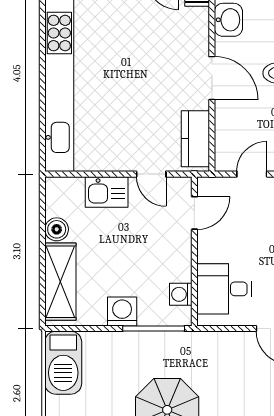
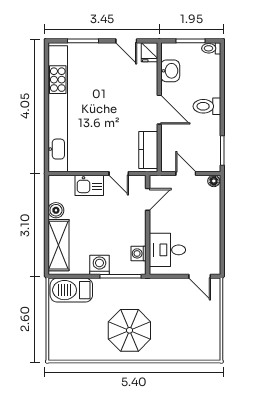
door: (252, 174) -> (186, 173), hinge flipped
barbecue: (63, 363) -> (71, 290), moved, turned 90

